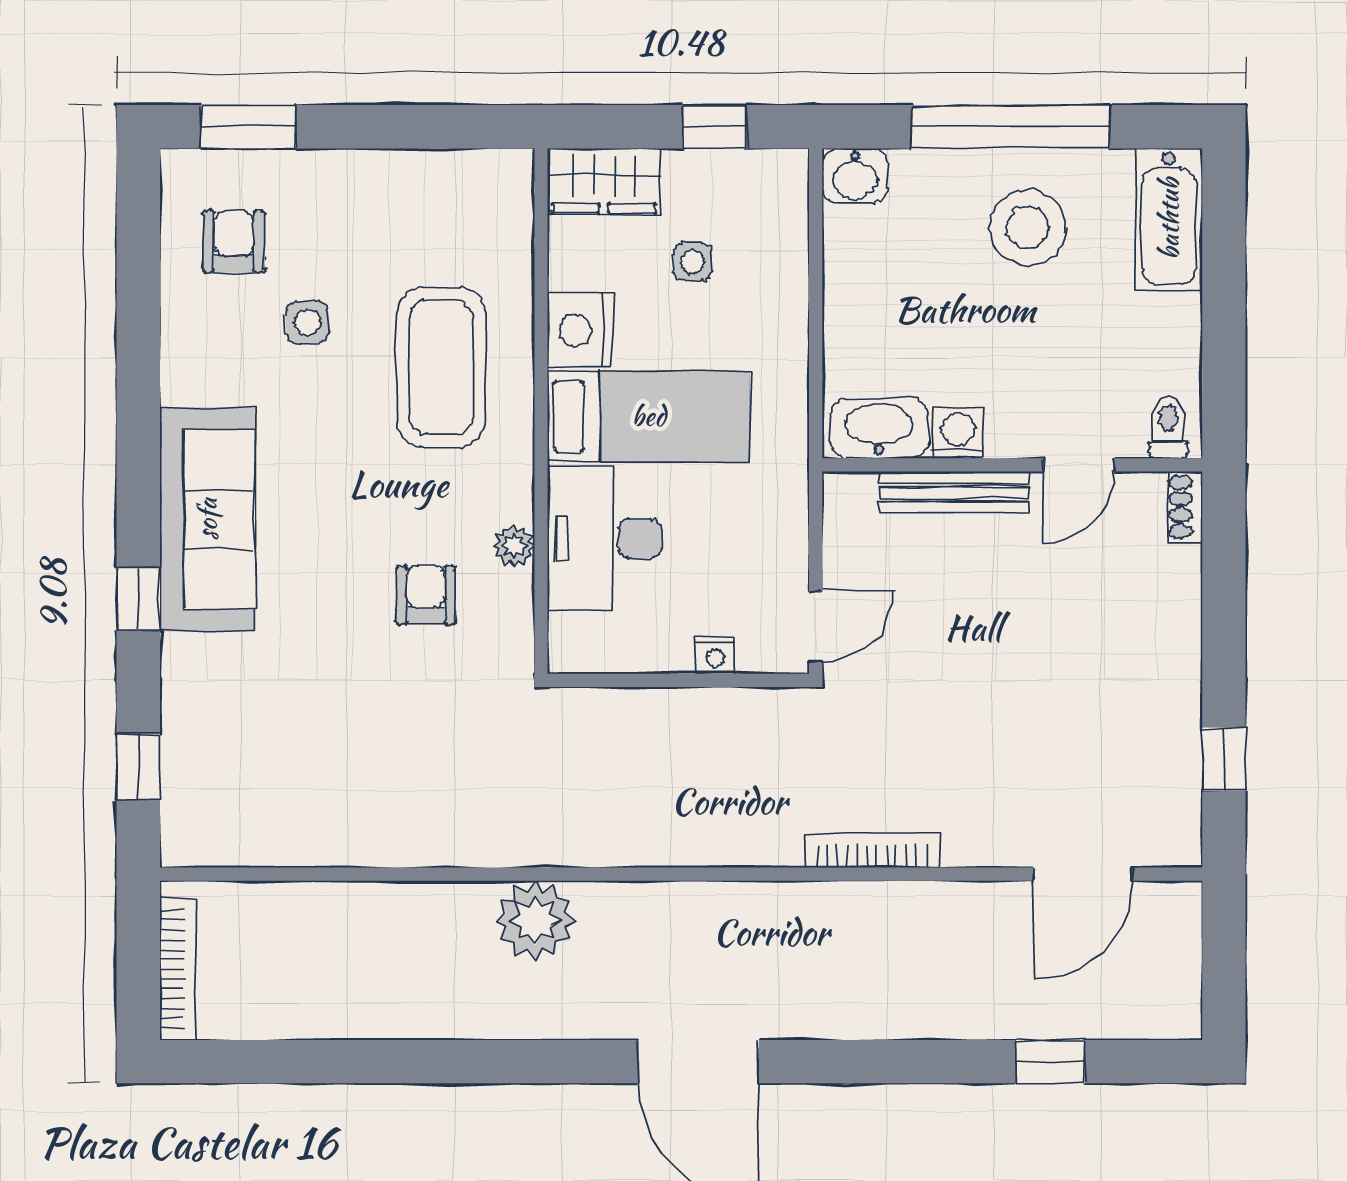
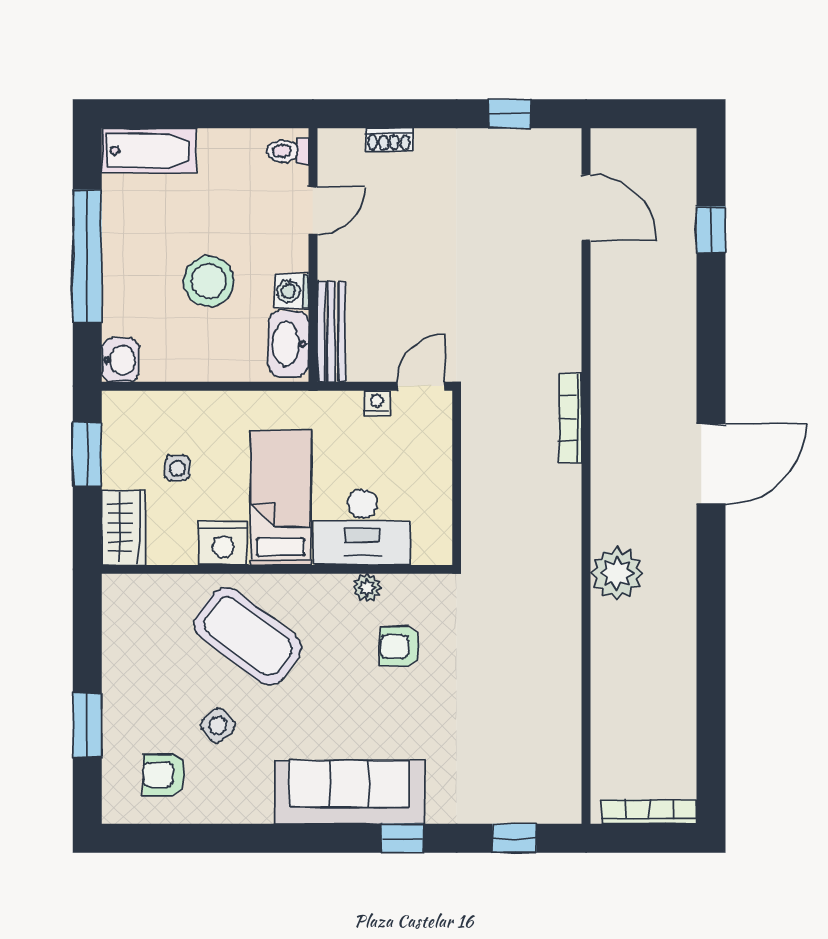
window: (249, 127) -> (87, 725), moved
window: (714, 127) -> (87, 454), width x1.50
stool: (1028, 228) -> (209, 281), moved
side table: (307, 322) -> (218, 725), turned -35
coffee table: (441, 367) -> (248, 636), turned 37
door: (1079, 465) -> (313, 211), hinge flipped
bench: (954, 492) -> (331, 332), moved
shoe rack: (1185, 507) -> (389, 140), moved
door: (816, 627) -> (421, 386), hinge flipped
nightstand: (716, 655) -> (377, 403), moved, turned -90
bookcase: (872, 851) -> (570, 418), moved

